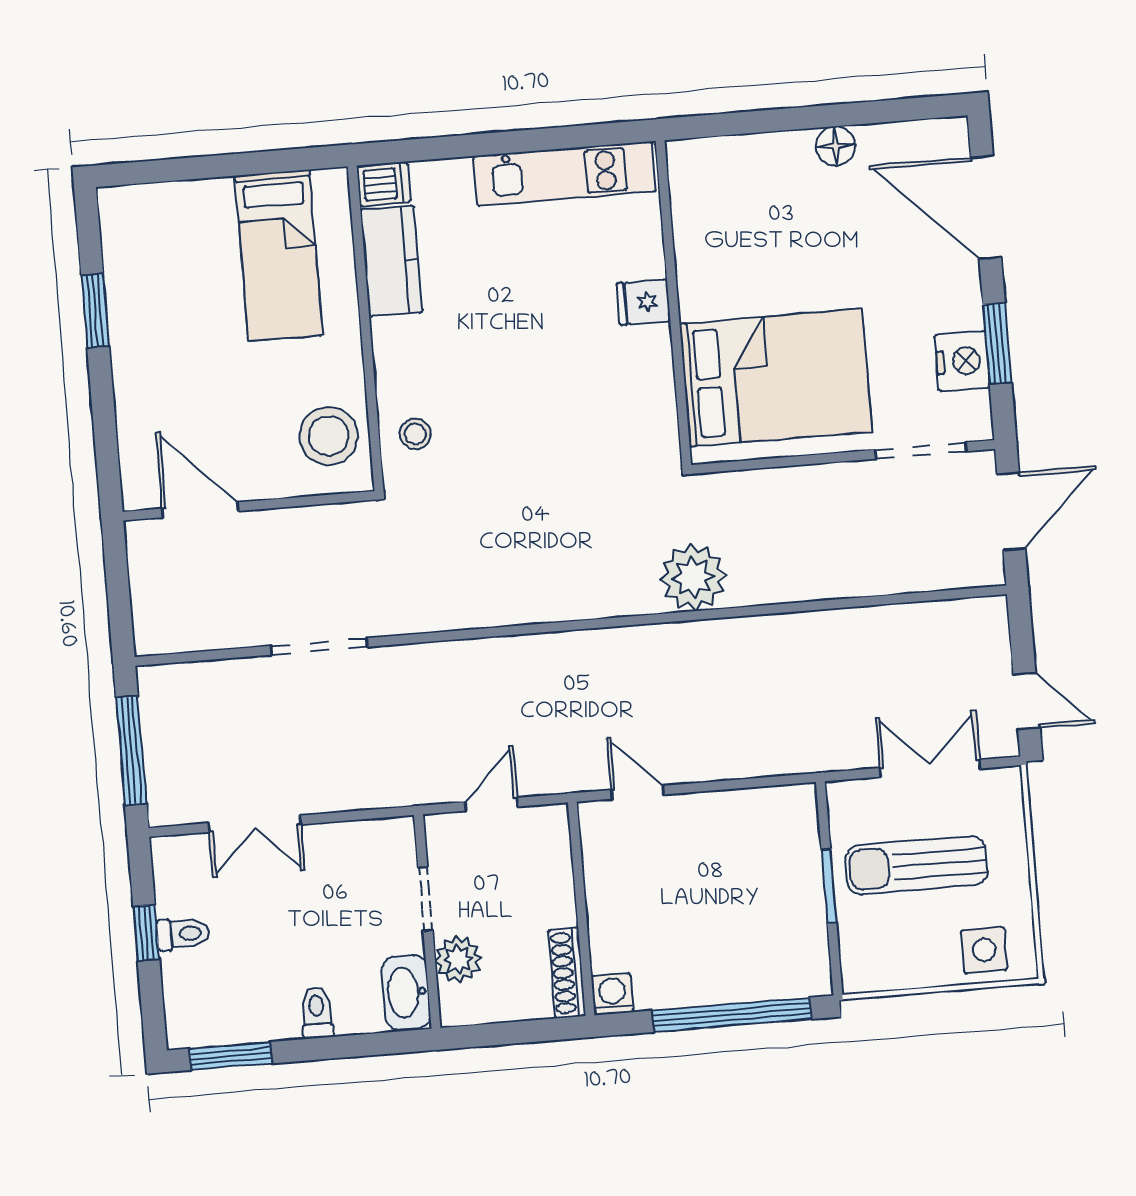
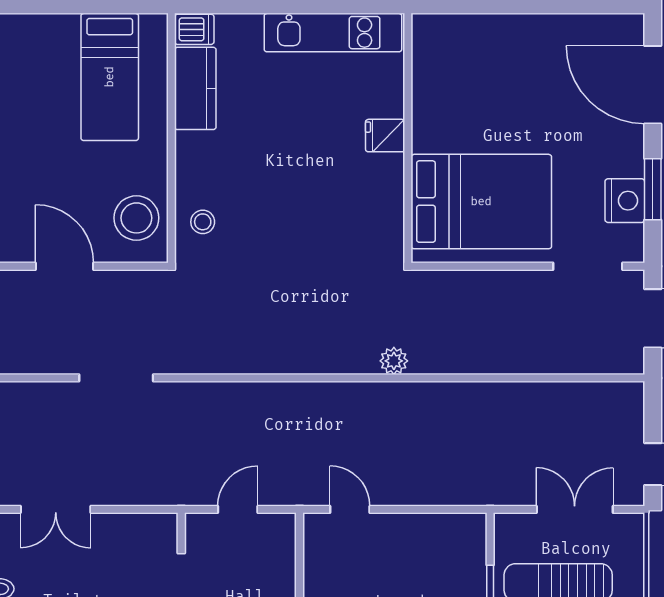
floor lamp: (836, 146) -> (542, 28), removed
door: (200, 510) -> (65, 266), moved
plant: (693, 577) -> (394, 361), width x0.53, depth x0.53

